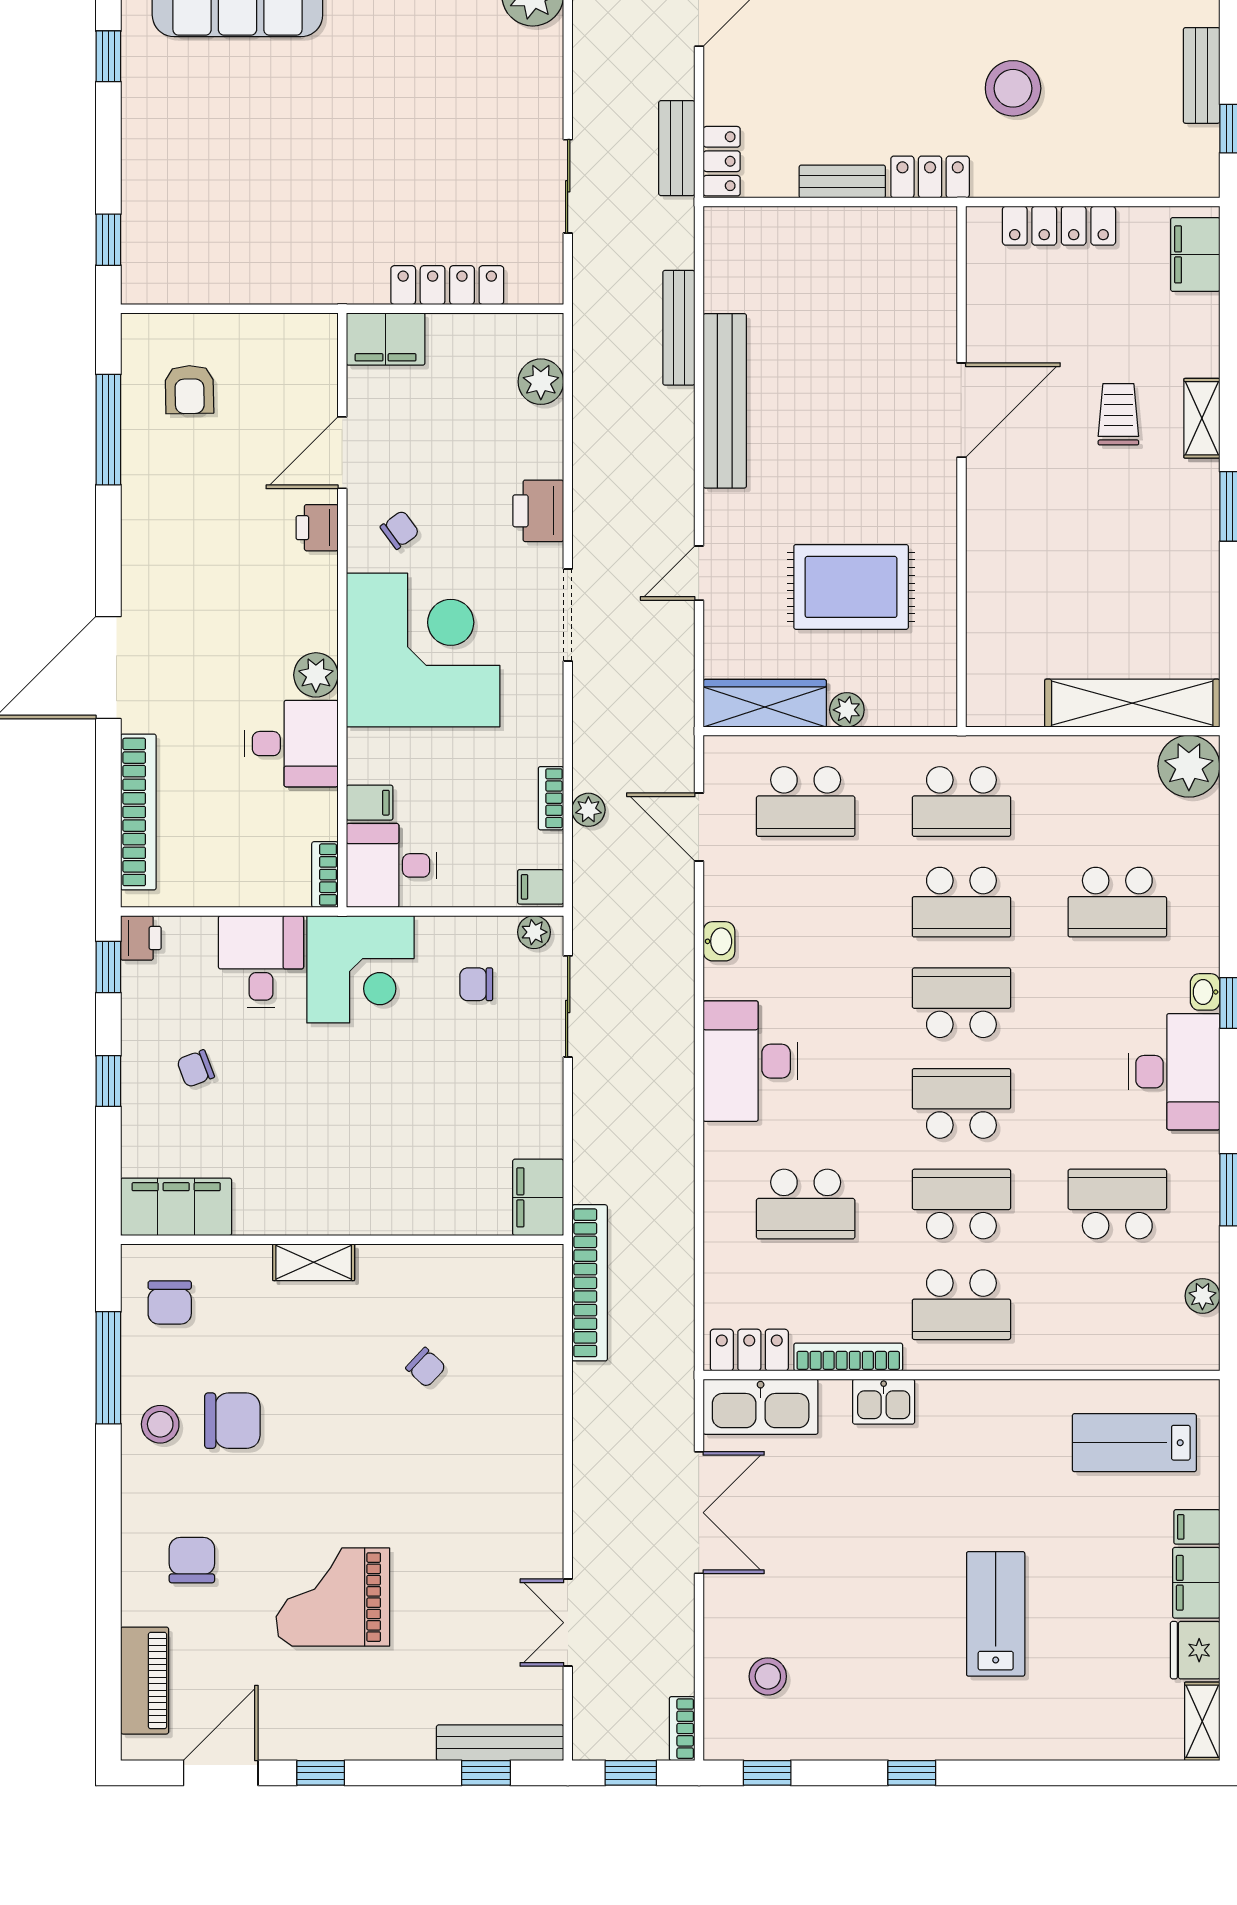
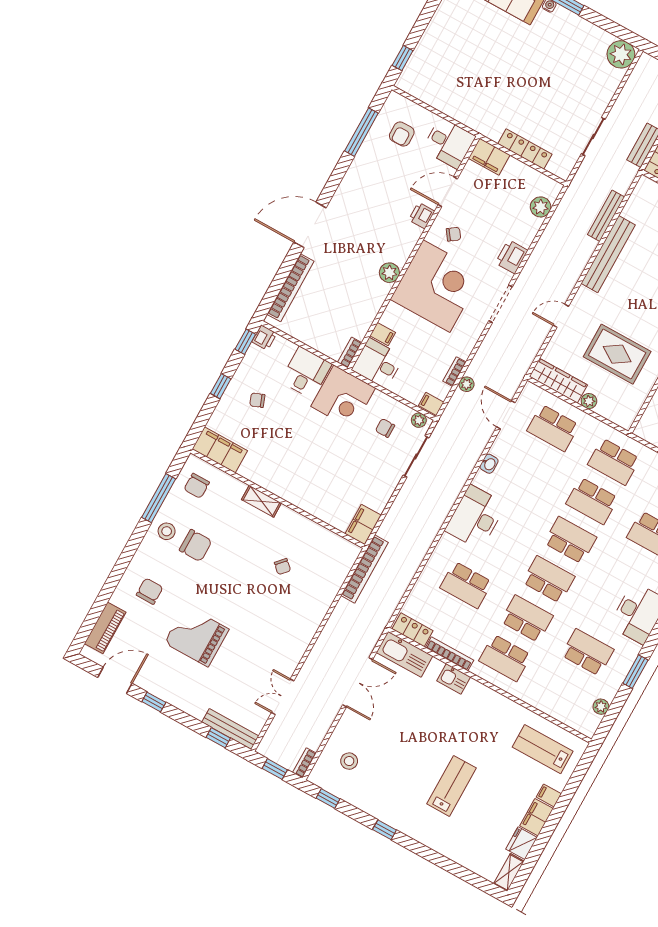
desk: (291, 744) -> (449, 143), moved

